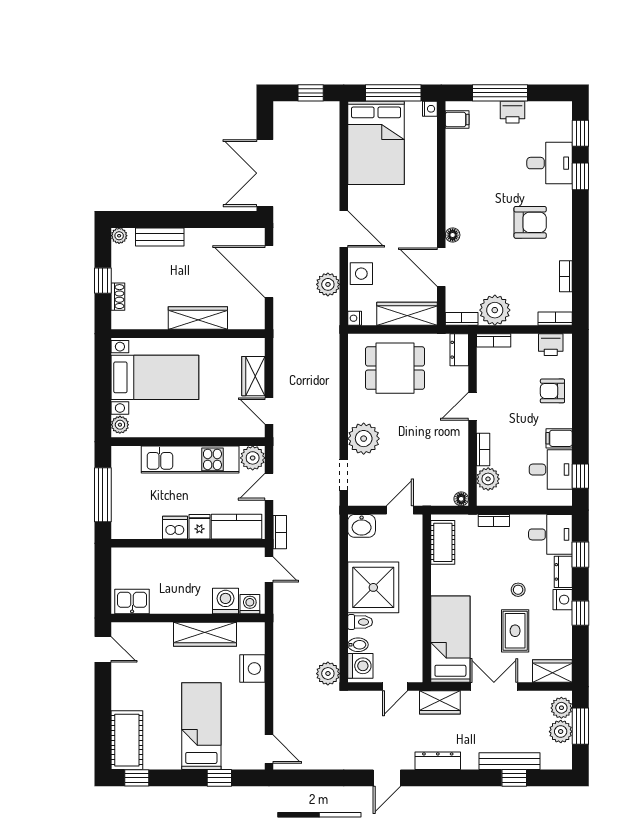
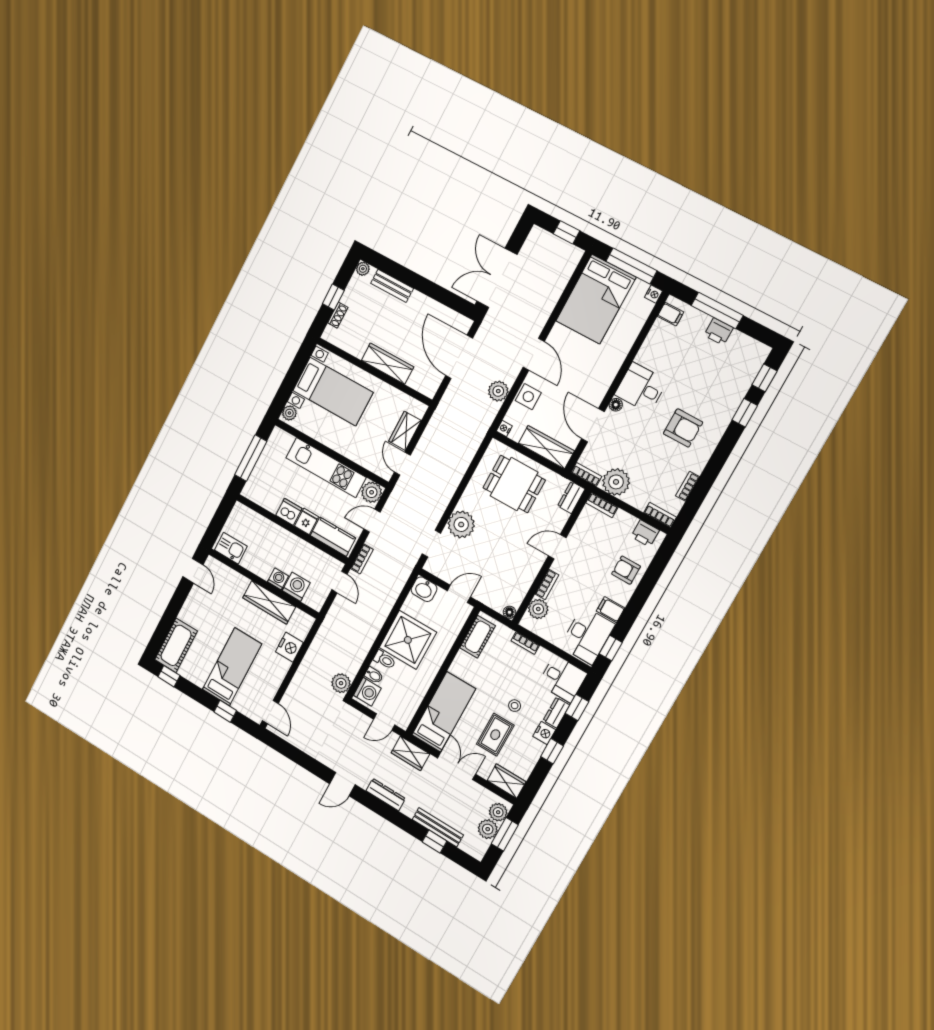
desk: (550, 163) -> (641, 388), moved, turned 180
desk: (551, 470) -> (587, 635), width x1.37
washing machine: (250, 604) -> (278, 579), moved

